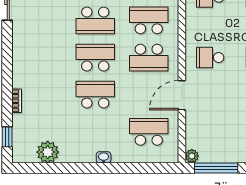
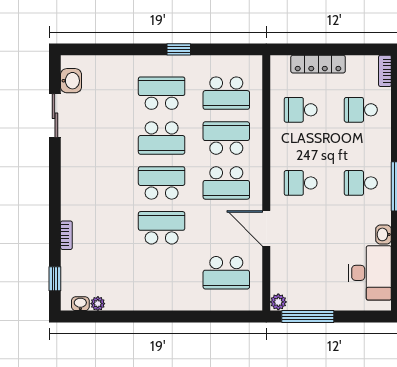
door: (182, 95) -> (266, 228), hinge flipped
school desk: (149, 132) -> (226, 273), turned 180
plant: (48, 152) -> (98, 304), width x0.53, depth x0.53
washbasin: (104, 157) -> (80, 304), moved

